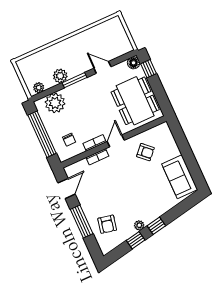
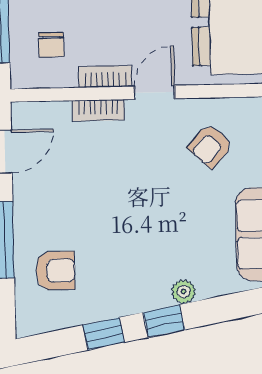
armchair: (145, 152) -> (210, 146), turned 89
armchair: (107, 224) -> (55, 271), turned -102
plant: (139, 225) -> (184, 292), moved

